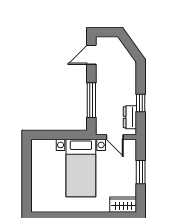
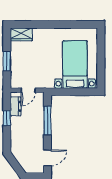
door: (115, 137) -> (28, 90), swing flipped
bed with nightstands: (81, 168) -> (75, 65), moved

